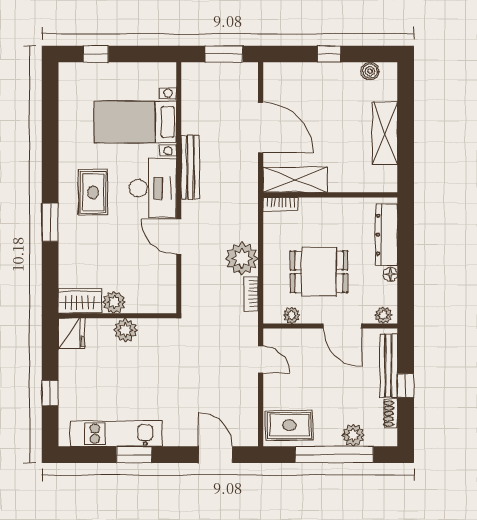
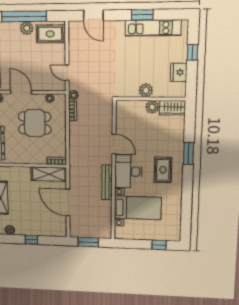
plant: (242, 258) -> (74, 95), moved, width x0.53, depth x0.53
fridge: (72, 334) -> (179, 72), moved
plant: (353, 435) -> (27, 28), moved

